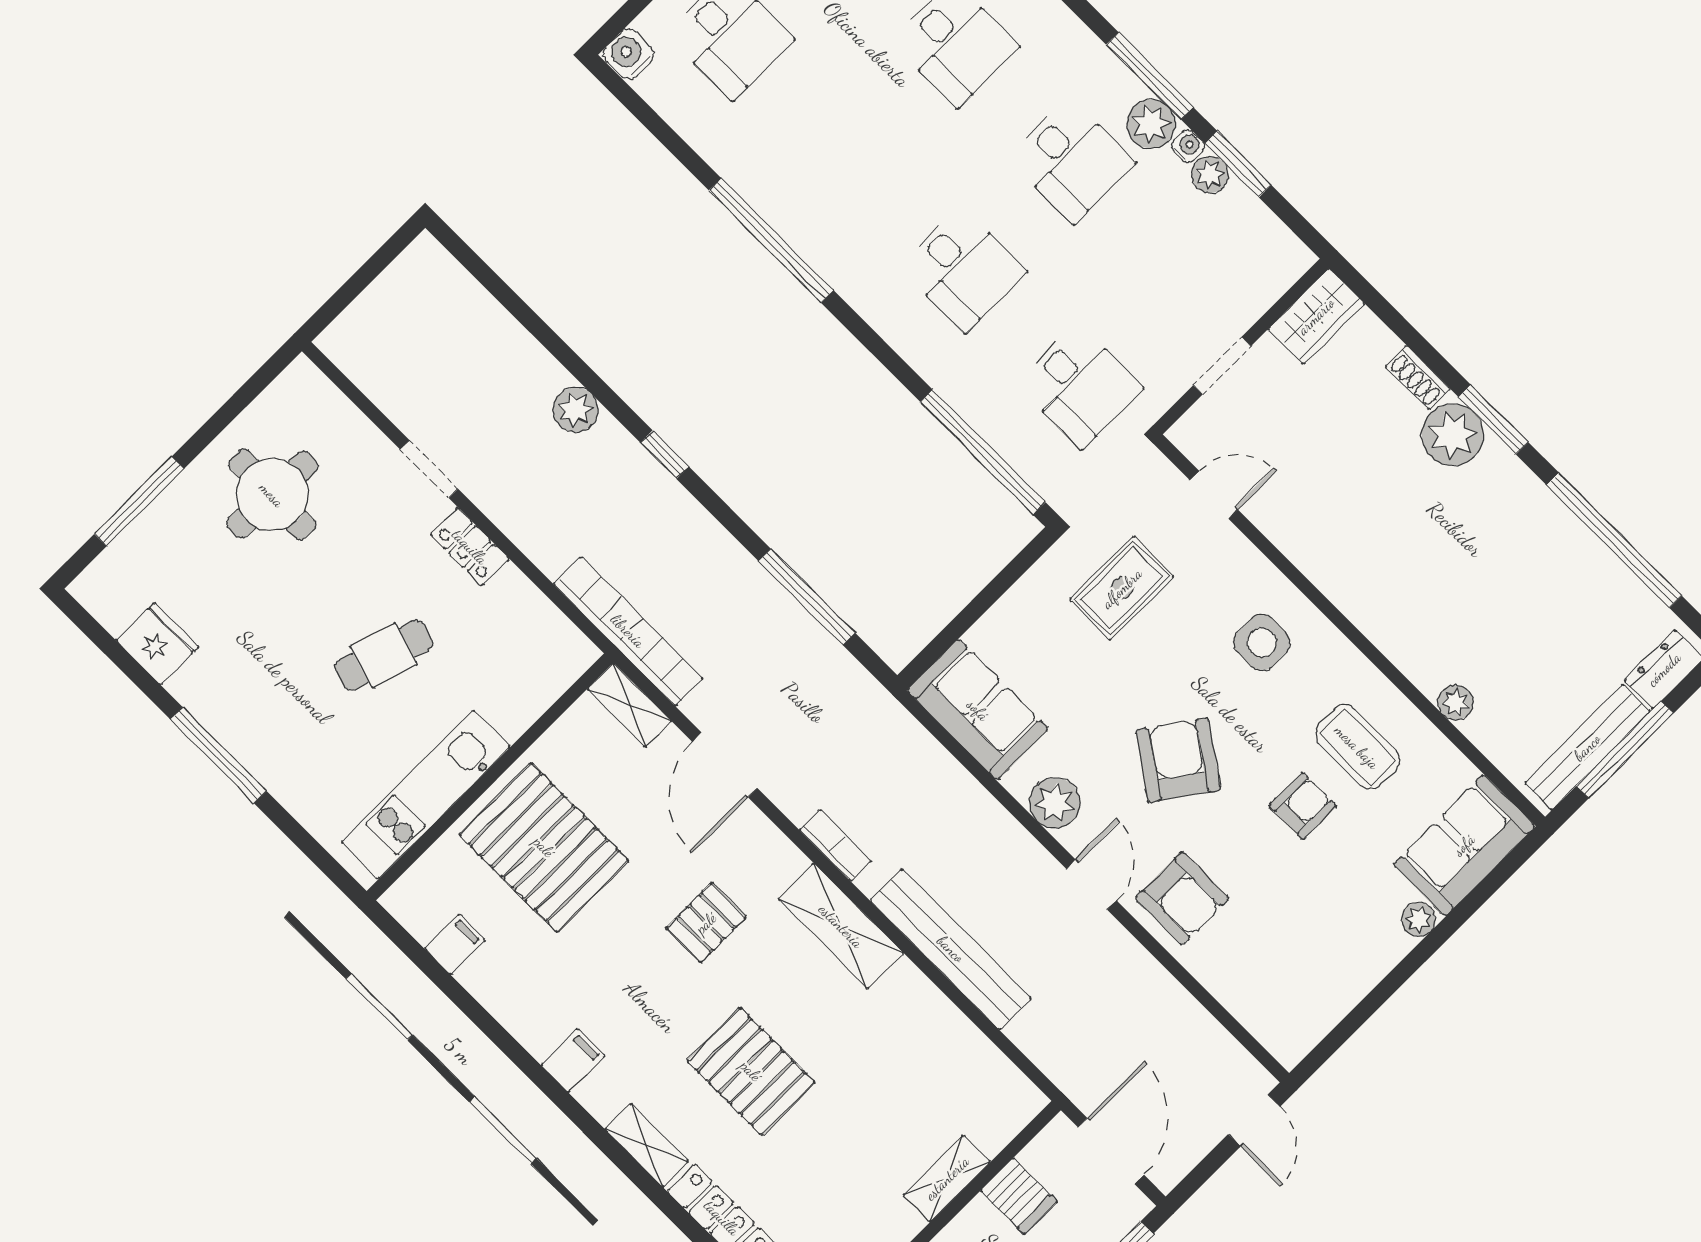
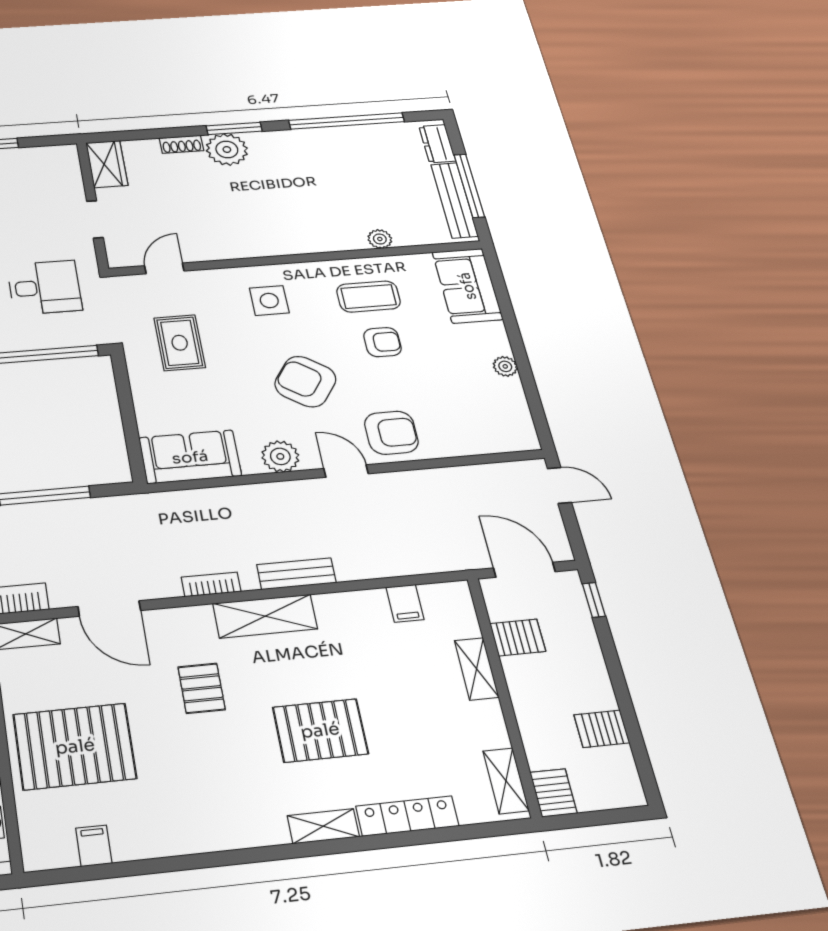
armchair: (1303, 806) -> (382, 342), turned 90
plant: (1419, 919) -> (505, 366), moved
bench: (951, 949) -> (296, 574), width x0.54, depth x0.82
filing cabinet: (573, 1061) -> (405, 603), moved, turned 180

